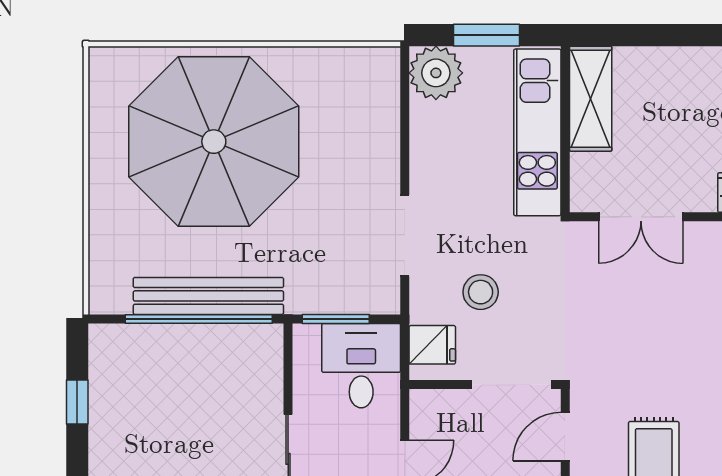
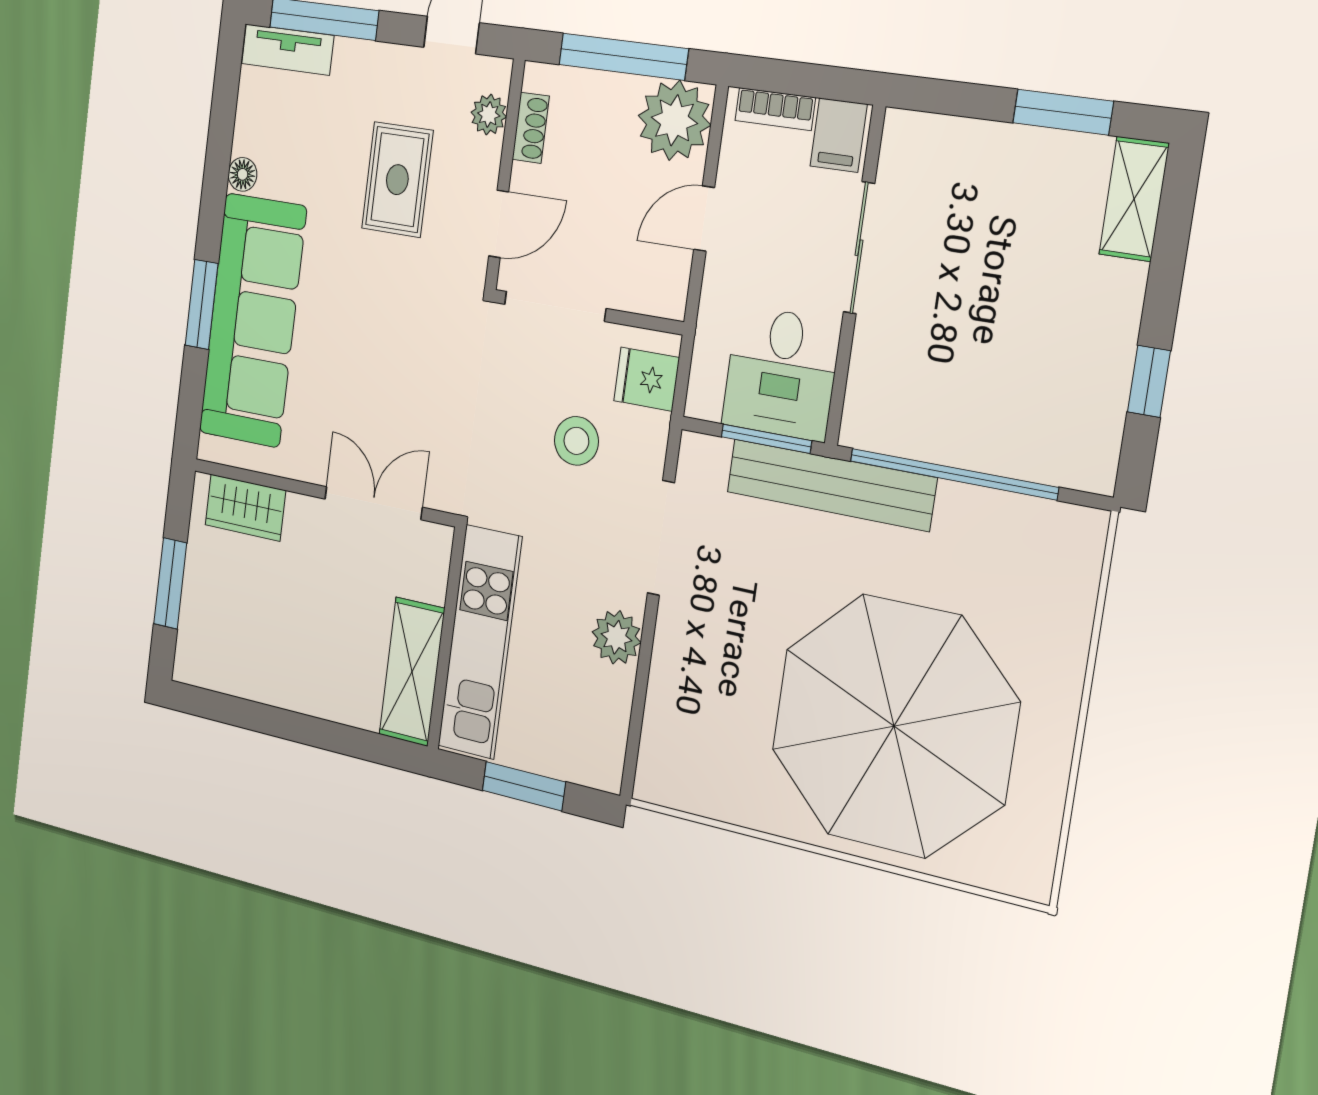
plant: (436, 73) -> (616, 637), moved, width x0.73, depth x0.73
bench: (208, 296) -> (831, 485), moved
desk: (361, 366) -> (781, 373), moved

